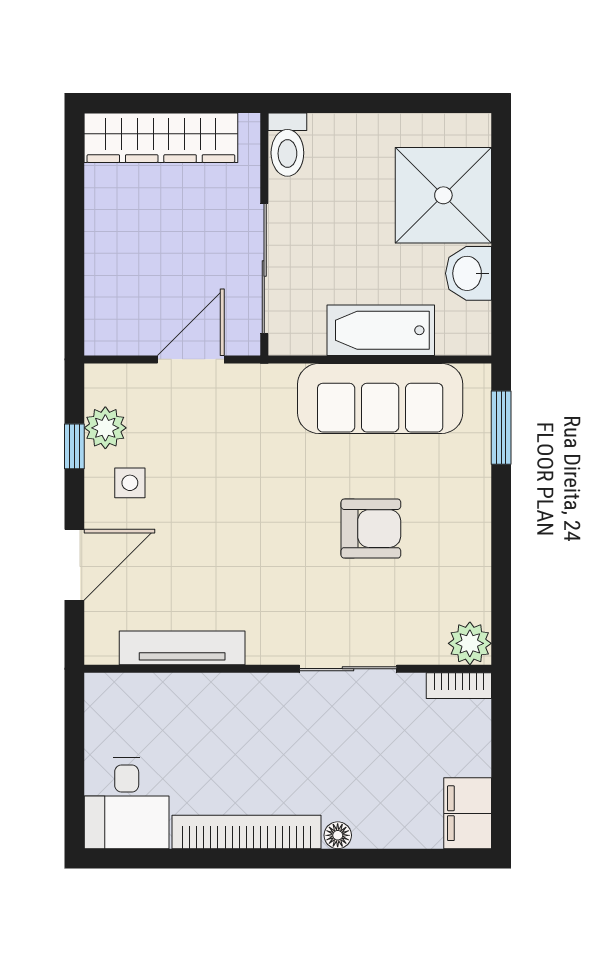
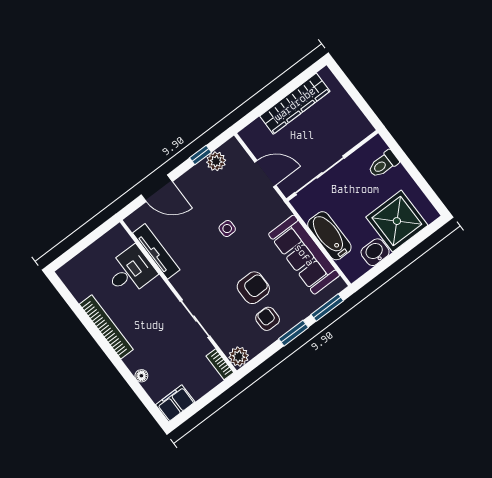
wardrobe: (161, 138) -> (295, 104), moved, turned -90
toilet: (287, 145) -> (383, 164), moved
side table: (130, 483) -> (227, 229), moved
window: (501, 519) -> (293, 333), added
armchair: (371, 529) -> (253, 288), turned -90
armchair: (443, 545) -> (268, 319), added
desk: (127, 803) -> (130, 271), moved, turned 180
floor lamp: (338, 835) -> (141, 376), moved

